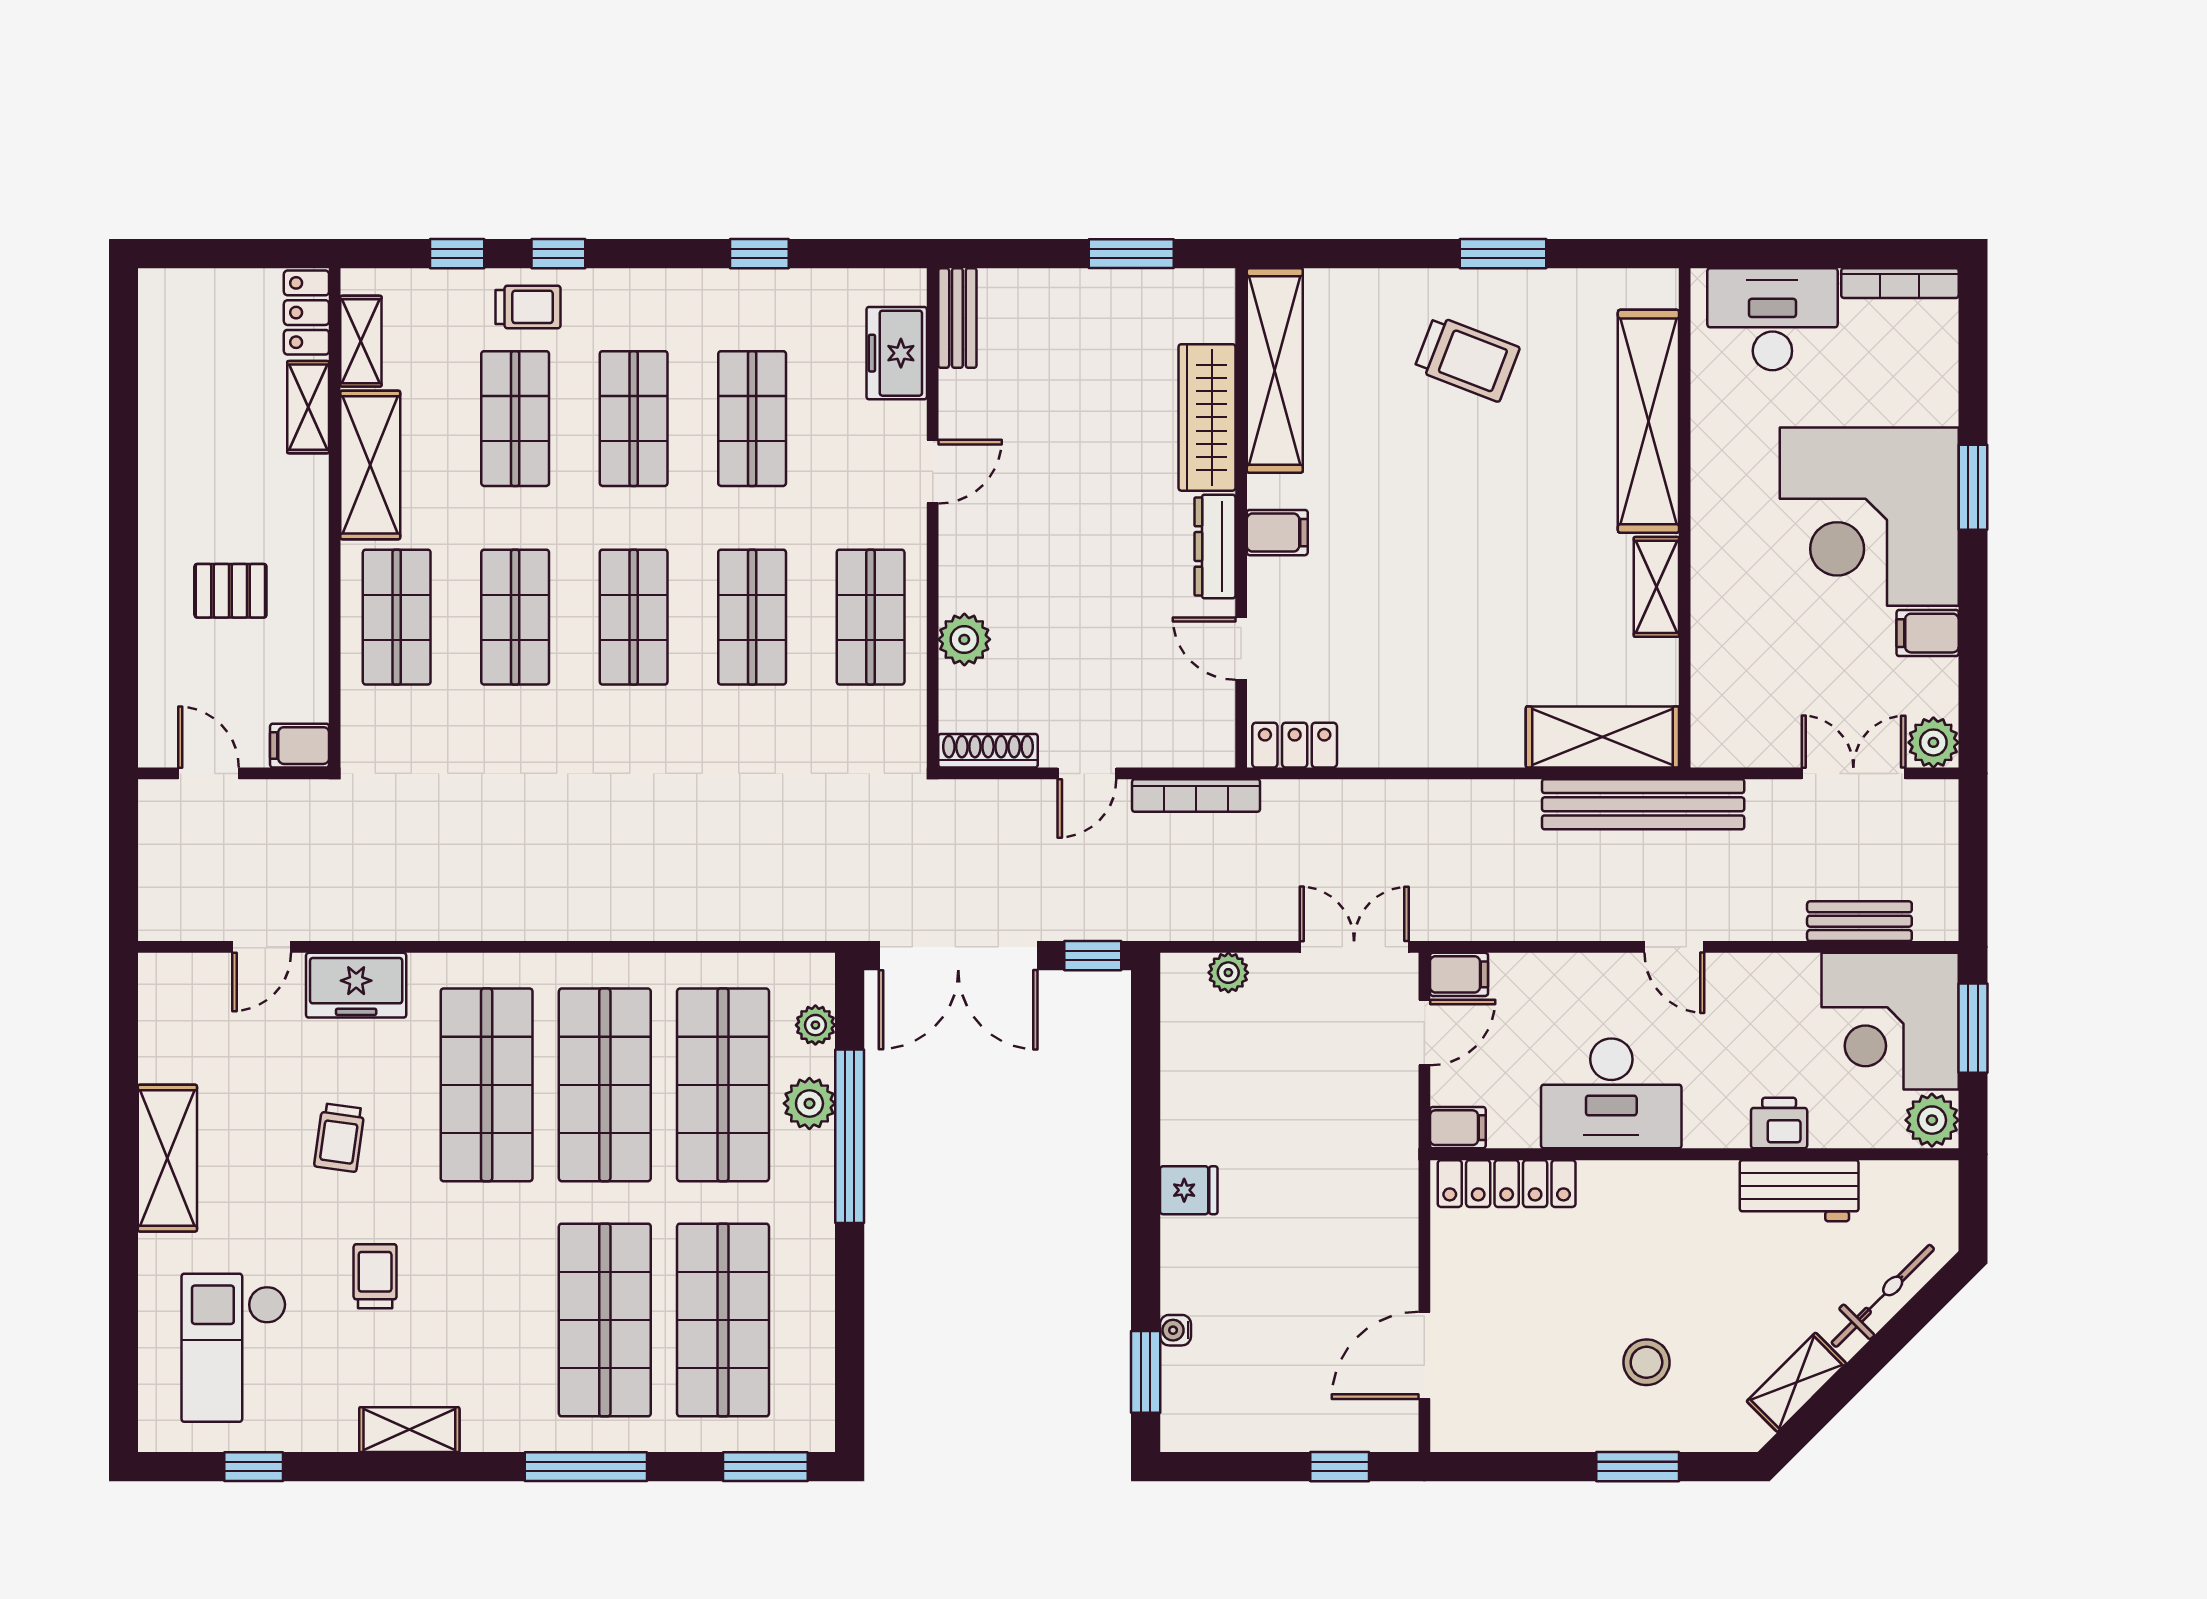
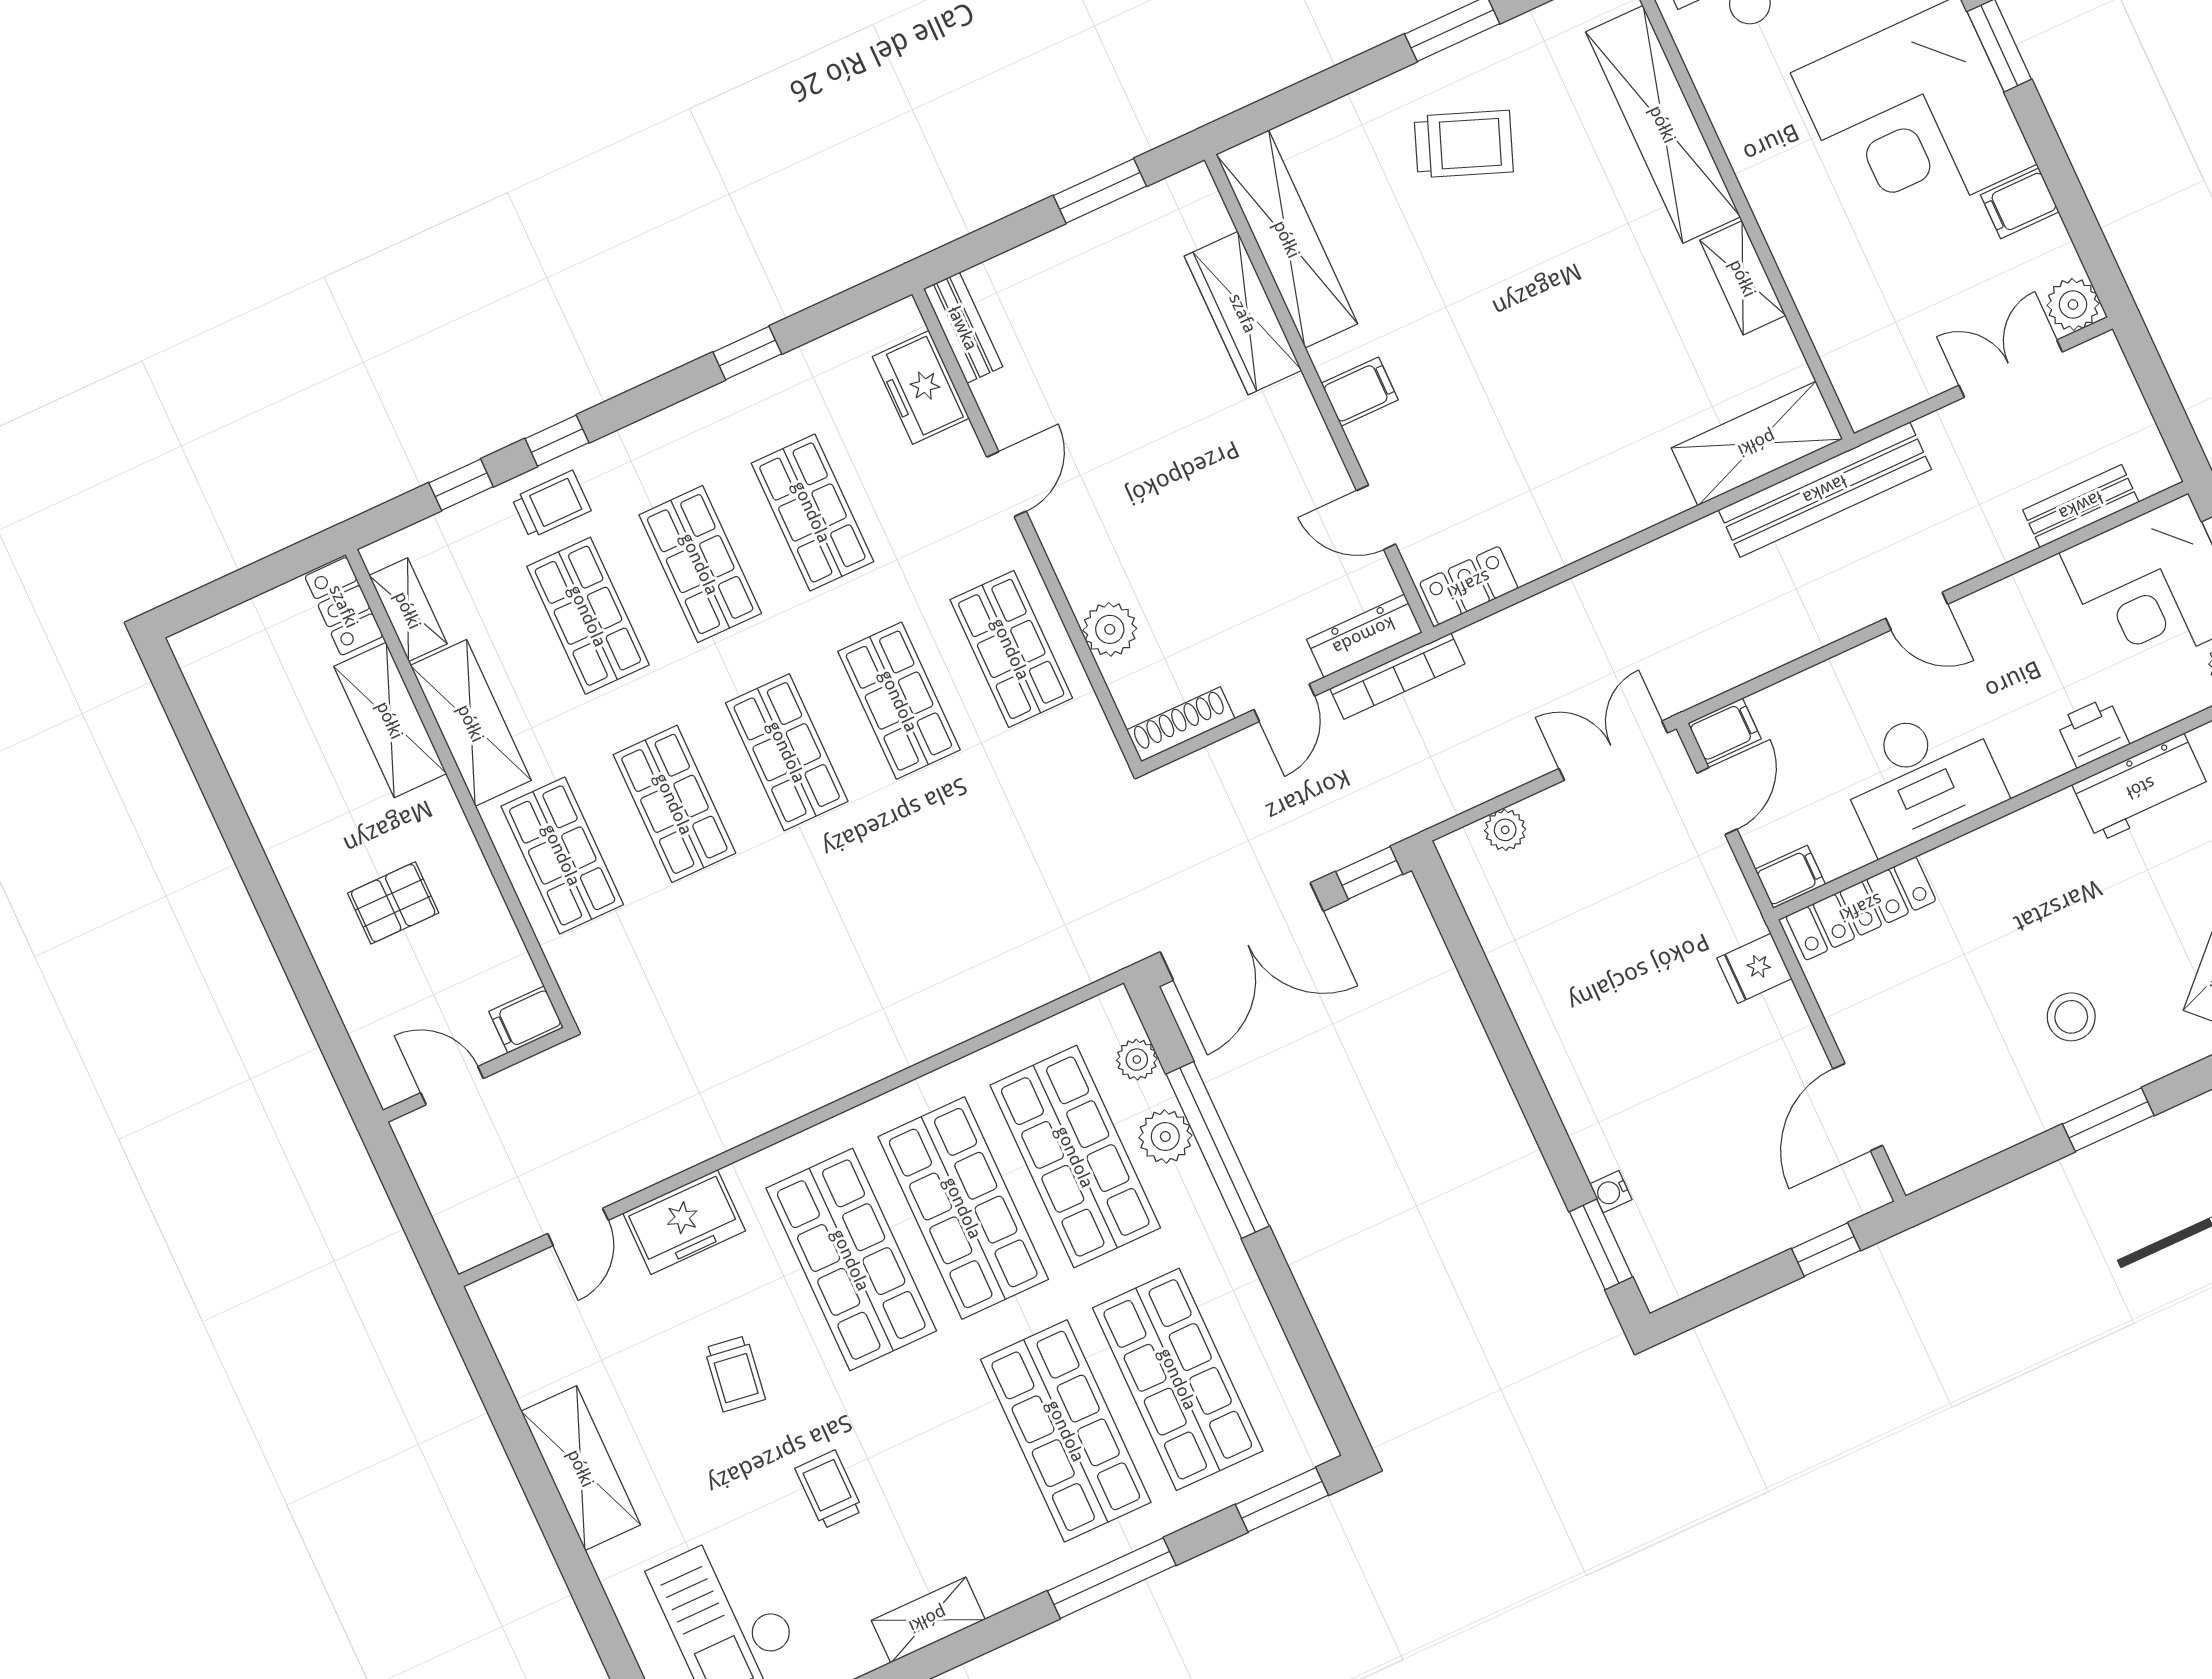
shelving: (308, 407) -> (390, 720), width x1.50, depth x1.33
dresser: (1215, 547) -> (1364, 636), moved, turned 90
fridge: (1189, 1190) -> (1754, 968), moved, turned 180

